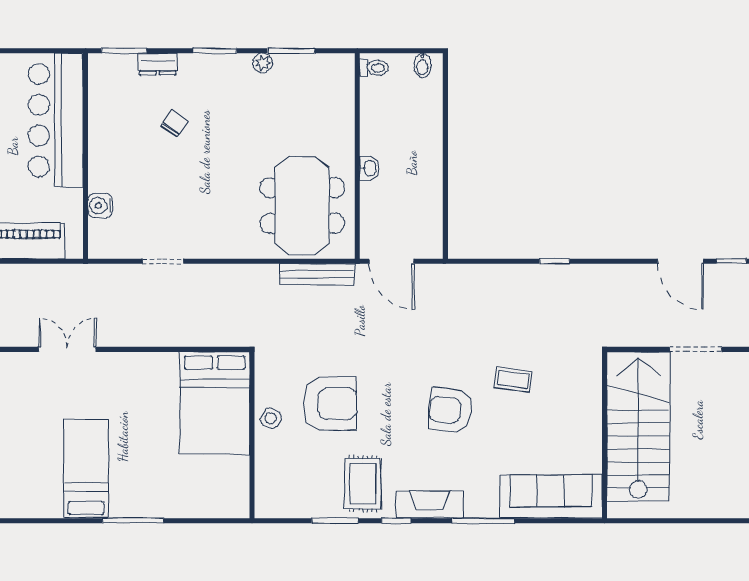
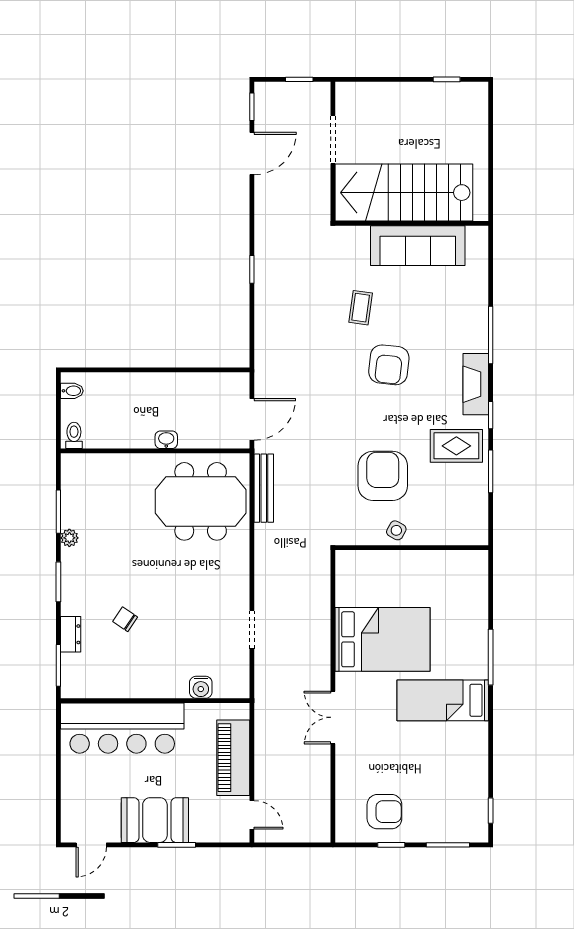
bed: (215, 403) -> (383, 639), moved
sofa: (551, 497) -> (418, 246), moved, turned -90

